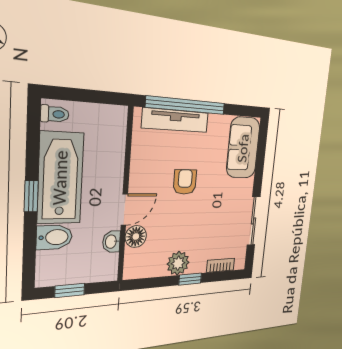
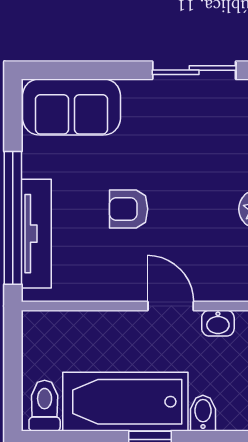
toilet: (55, 114) -> (45, 406), width x1.37, depth x1.39
floor lamp: (136, 236) -> (212, 285), removed
bidet: (54, 237) -> (203, 413), width x0.72, depth x0.74

